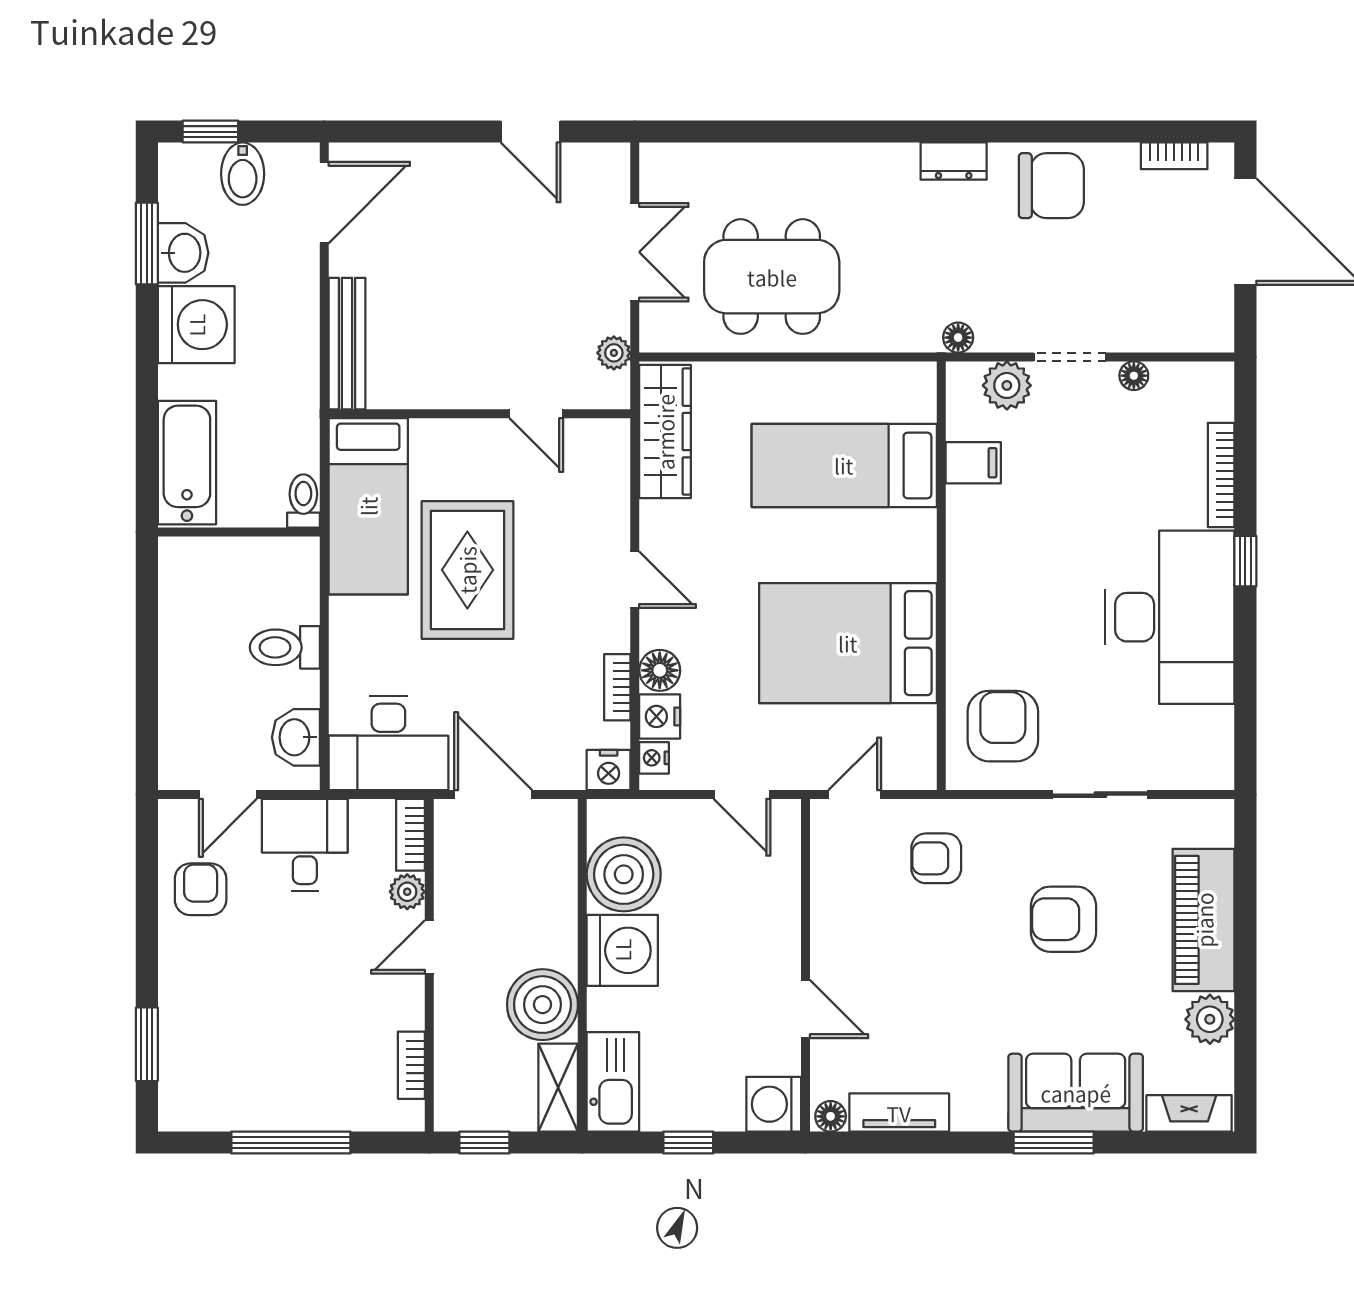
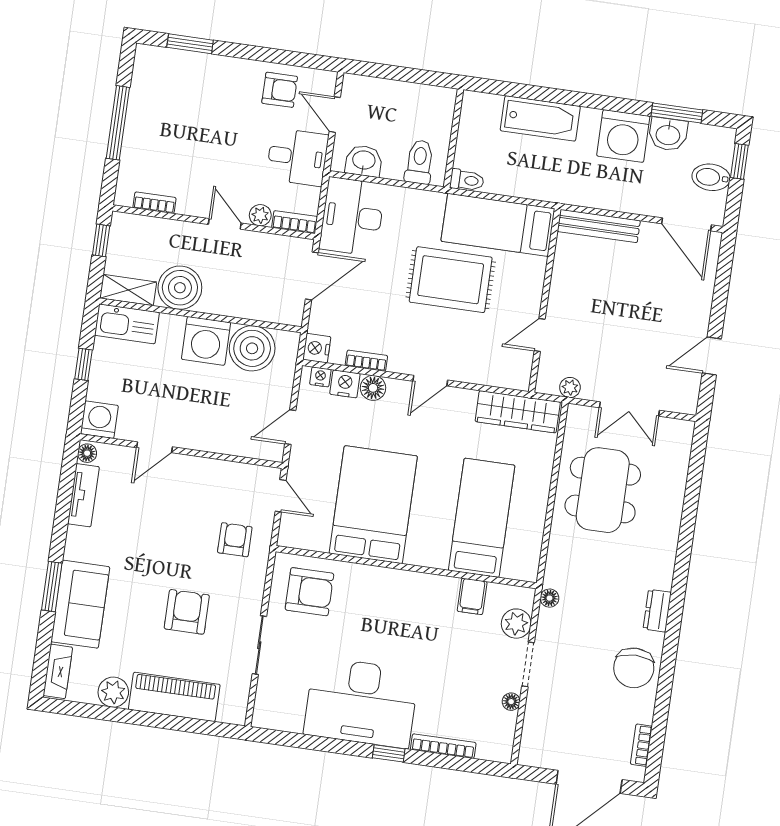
toilet: (303, 501) -> (467, 180), moved
wall: (239, 532) -> (454, 138), moved

